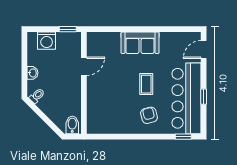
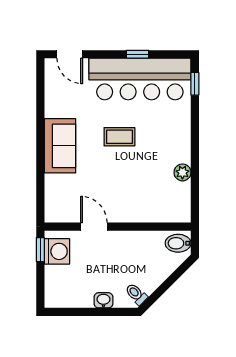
washing machine: (47, 41) -> (57, 251), moved
armchair: (149, 115) -> (164, 133), removed
plant: (122, 128) -> (182, 172), added

